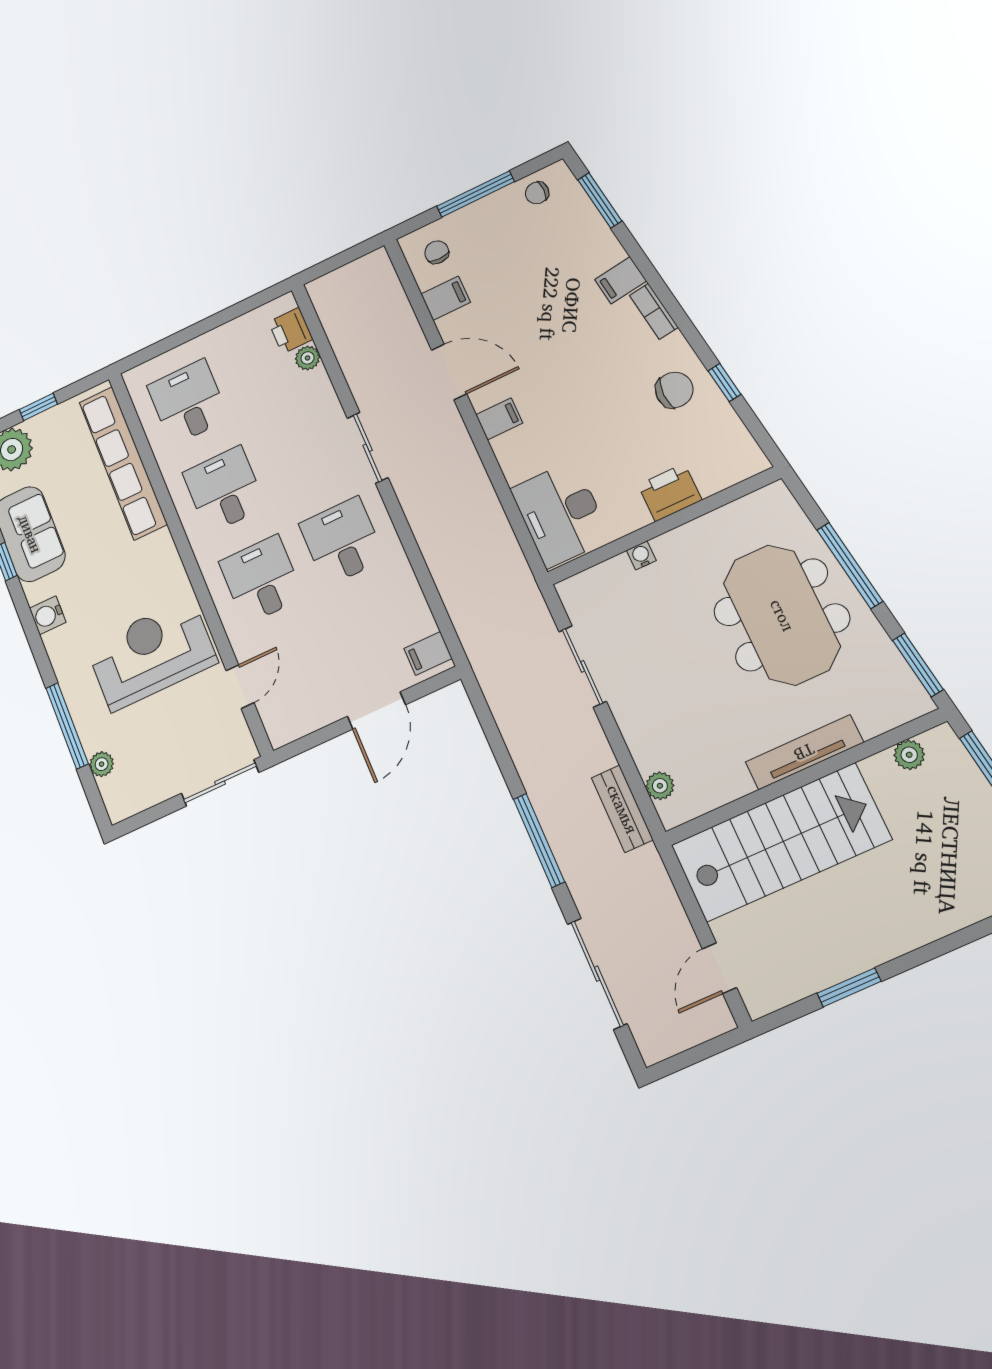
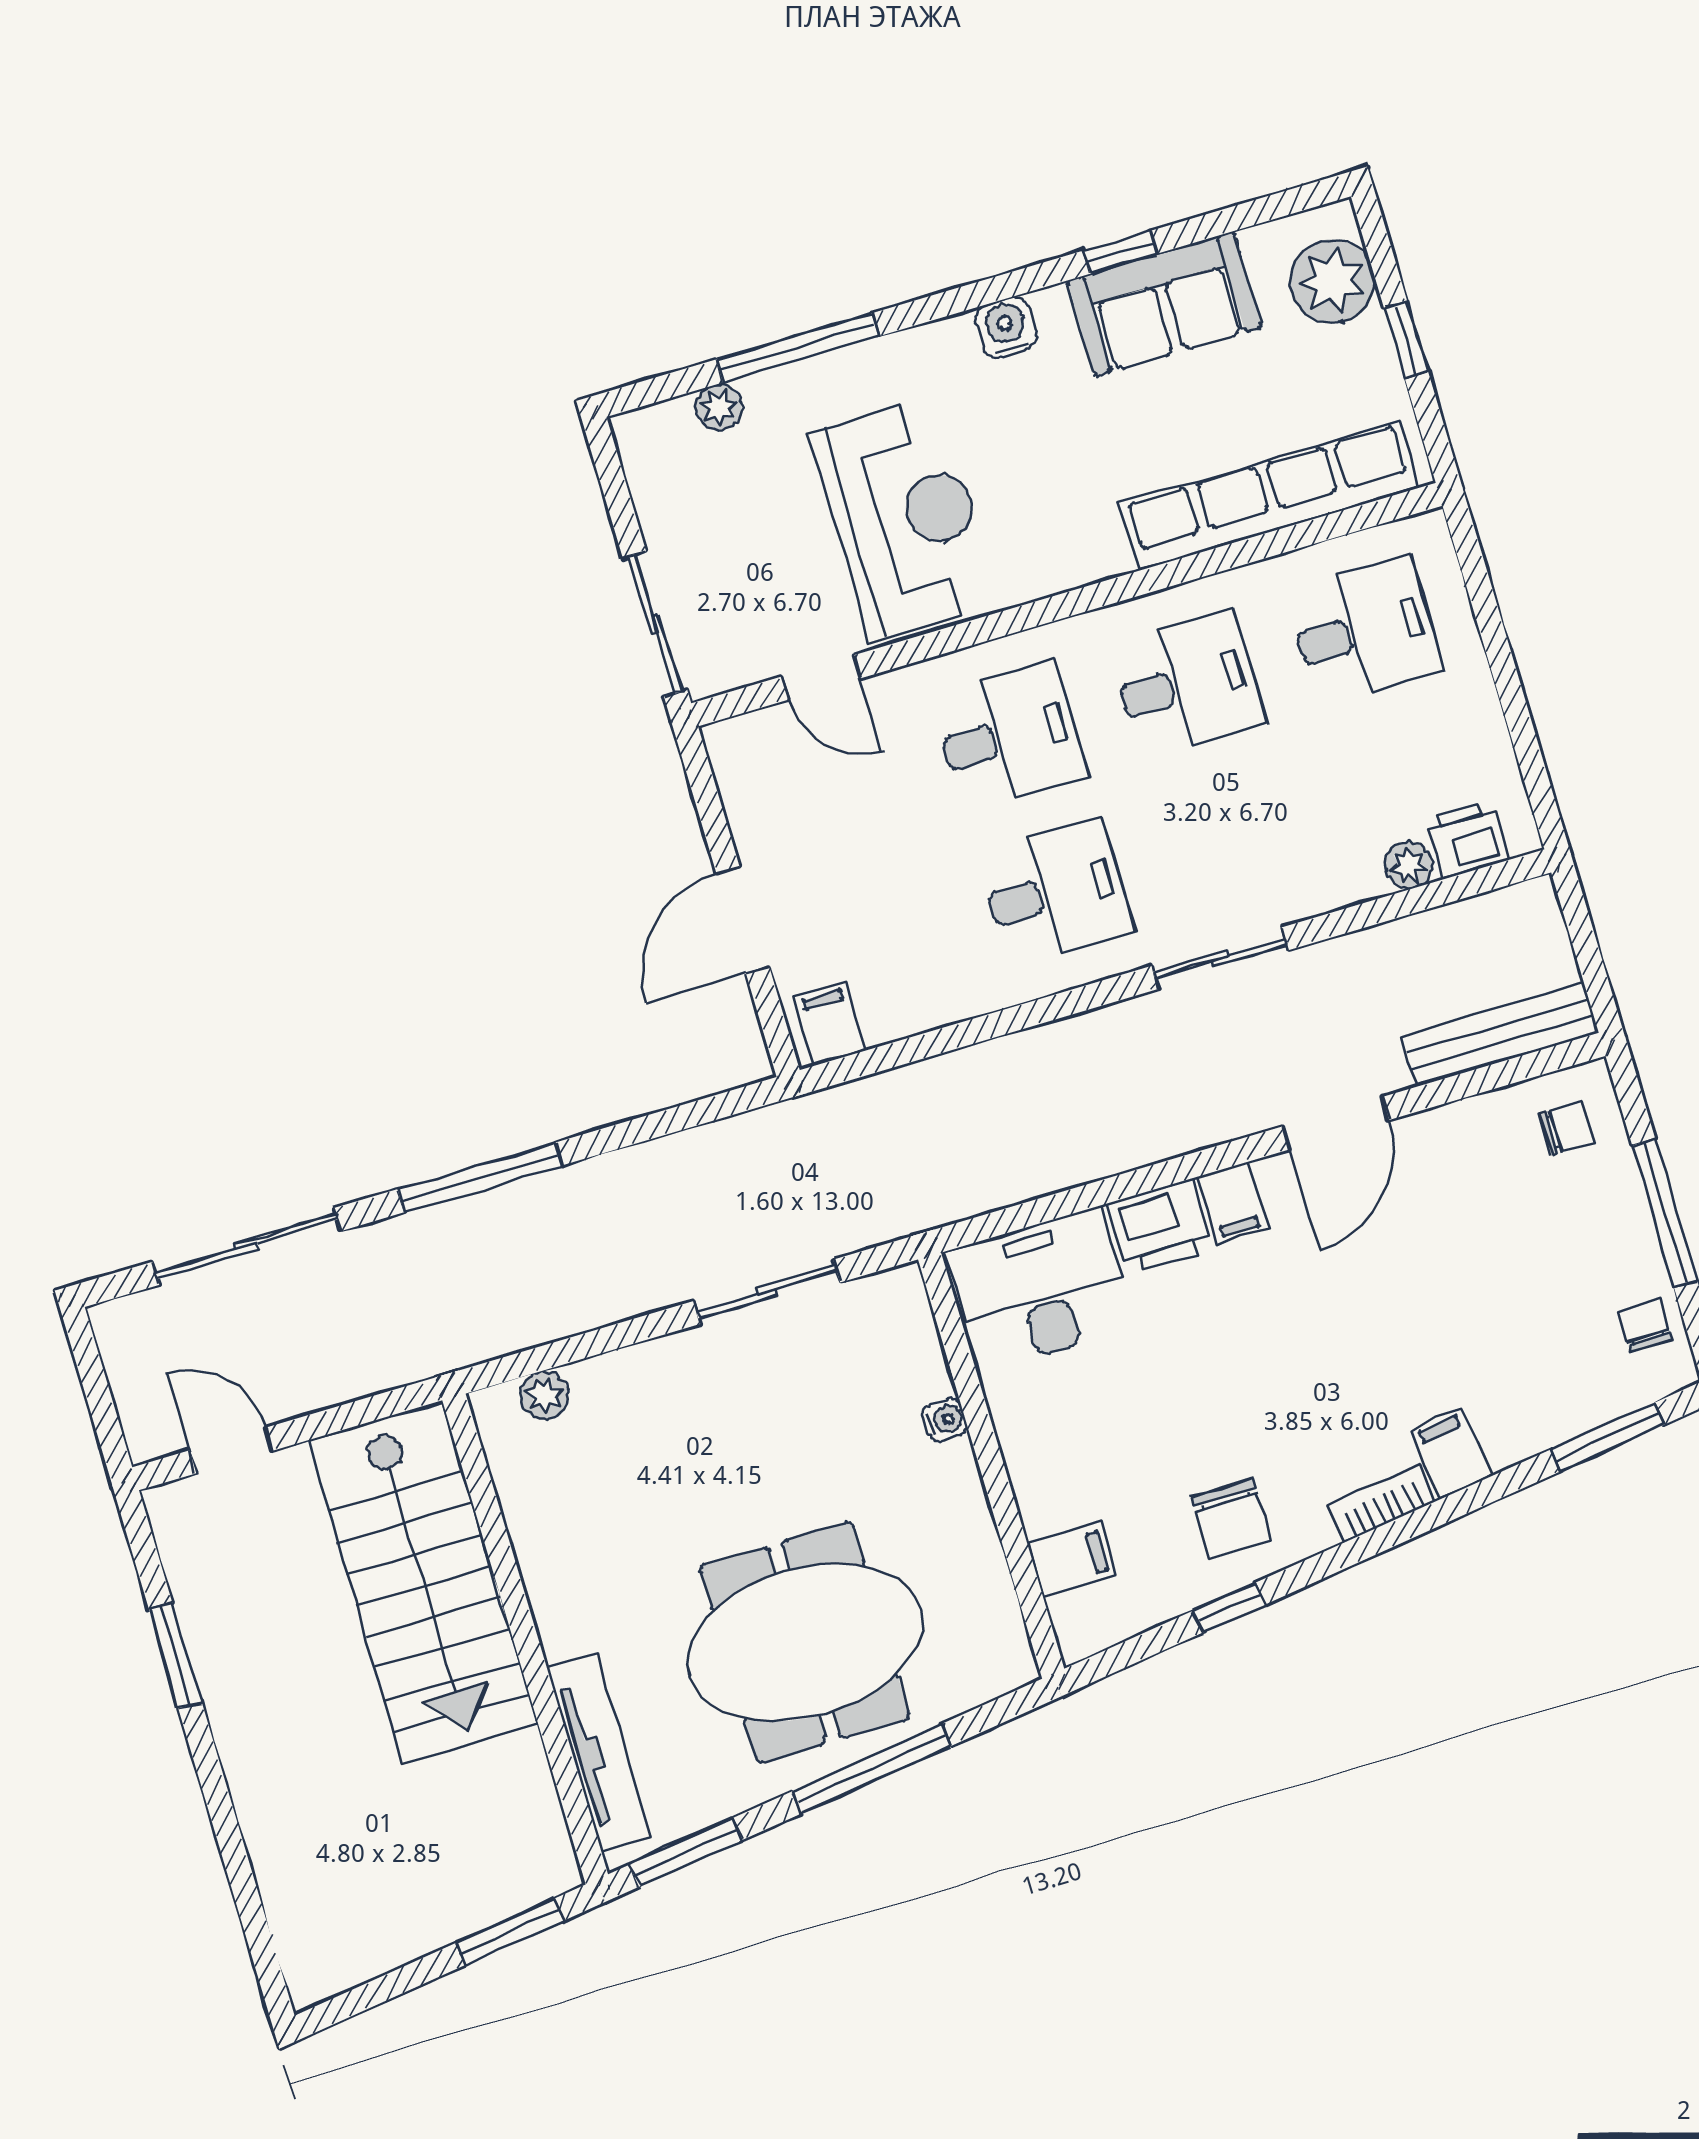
filing cabinet: (446, 298) -> (1072, 1560), moved, turned -90
printer: (670, 492) -> (1160, 1227), moved, turned 90
door: (376, 710) -> (743, 920), hinge flipped
tv unit: (804, 752) -> (599, 1752), moved
plant: (909, 755) -> (539, 1814), removed
bench: (622, 809) -> (1500, 1034), moved, width x1.36

